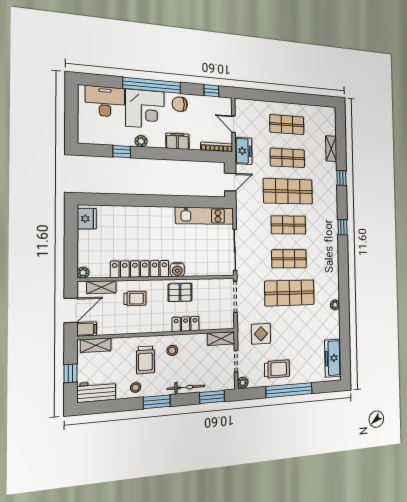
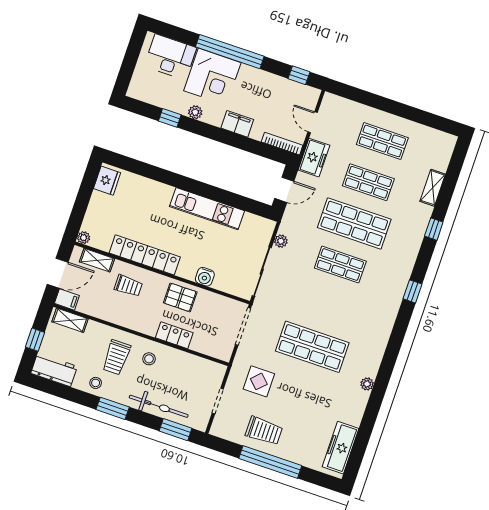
chair: (180, 104) -> (255, 81), removed
kitchen unit: (205, 216) -> (207, 209), moved
shop shelf: (289, 259) -> (326, 306), removed
water cooler: (177, 270) -> (205, 277), moved
shelving: (221, 339) -> (209, 368), removed
plant: (243, 383) -> (281, 241), moved
bicycle: (186, 387) -> (159, 406), width x1.37, depth x1.40

